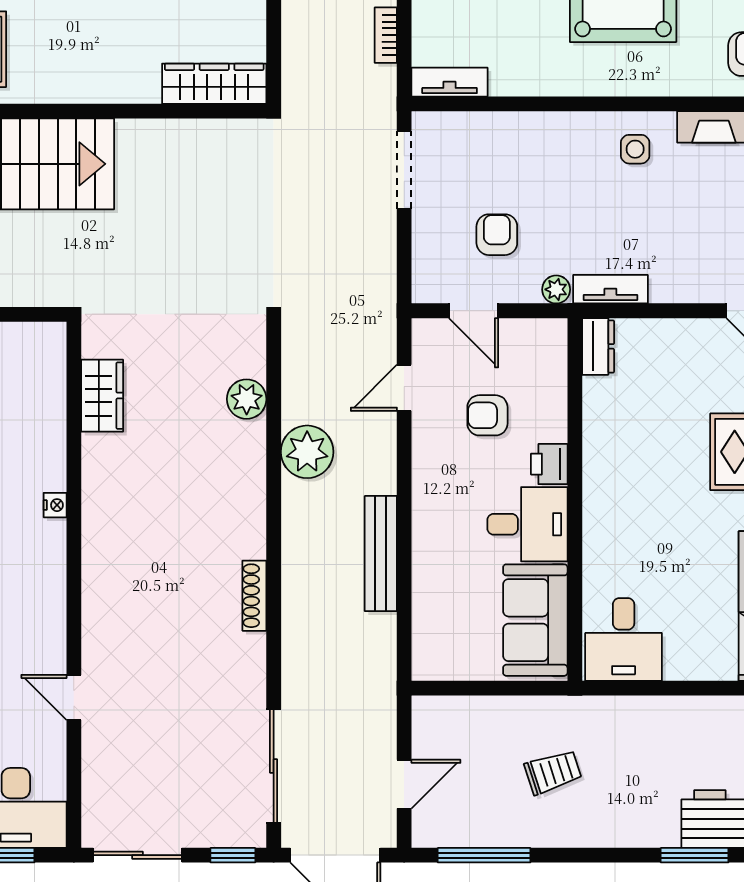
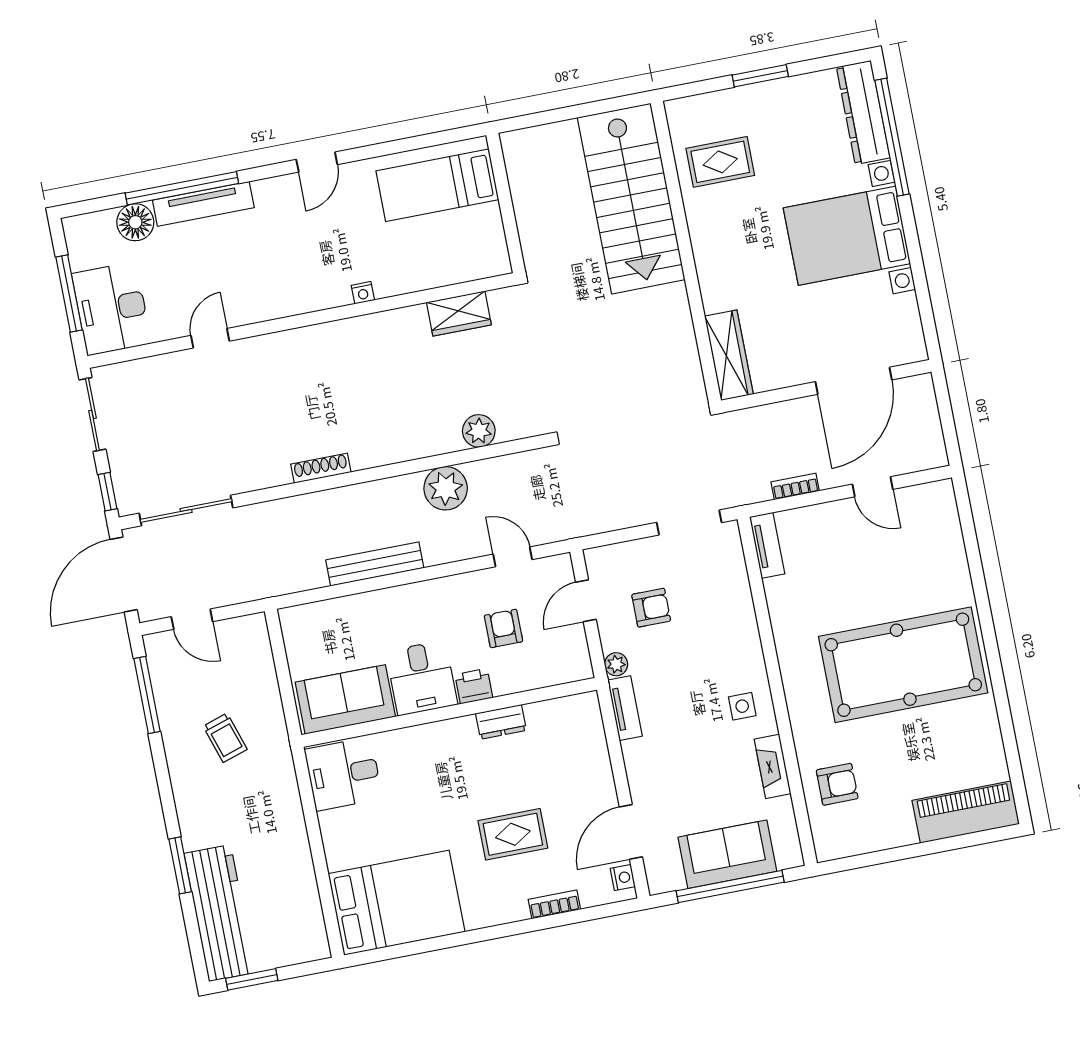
dresser: (598, 346) -> (501, 722), moved

